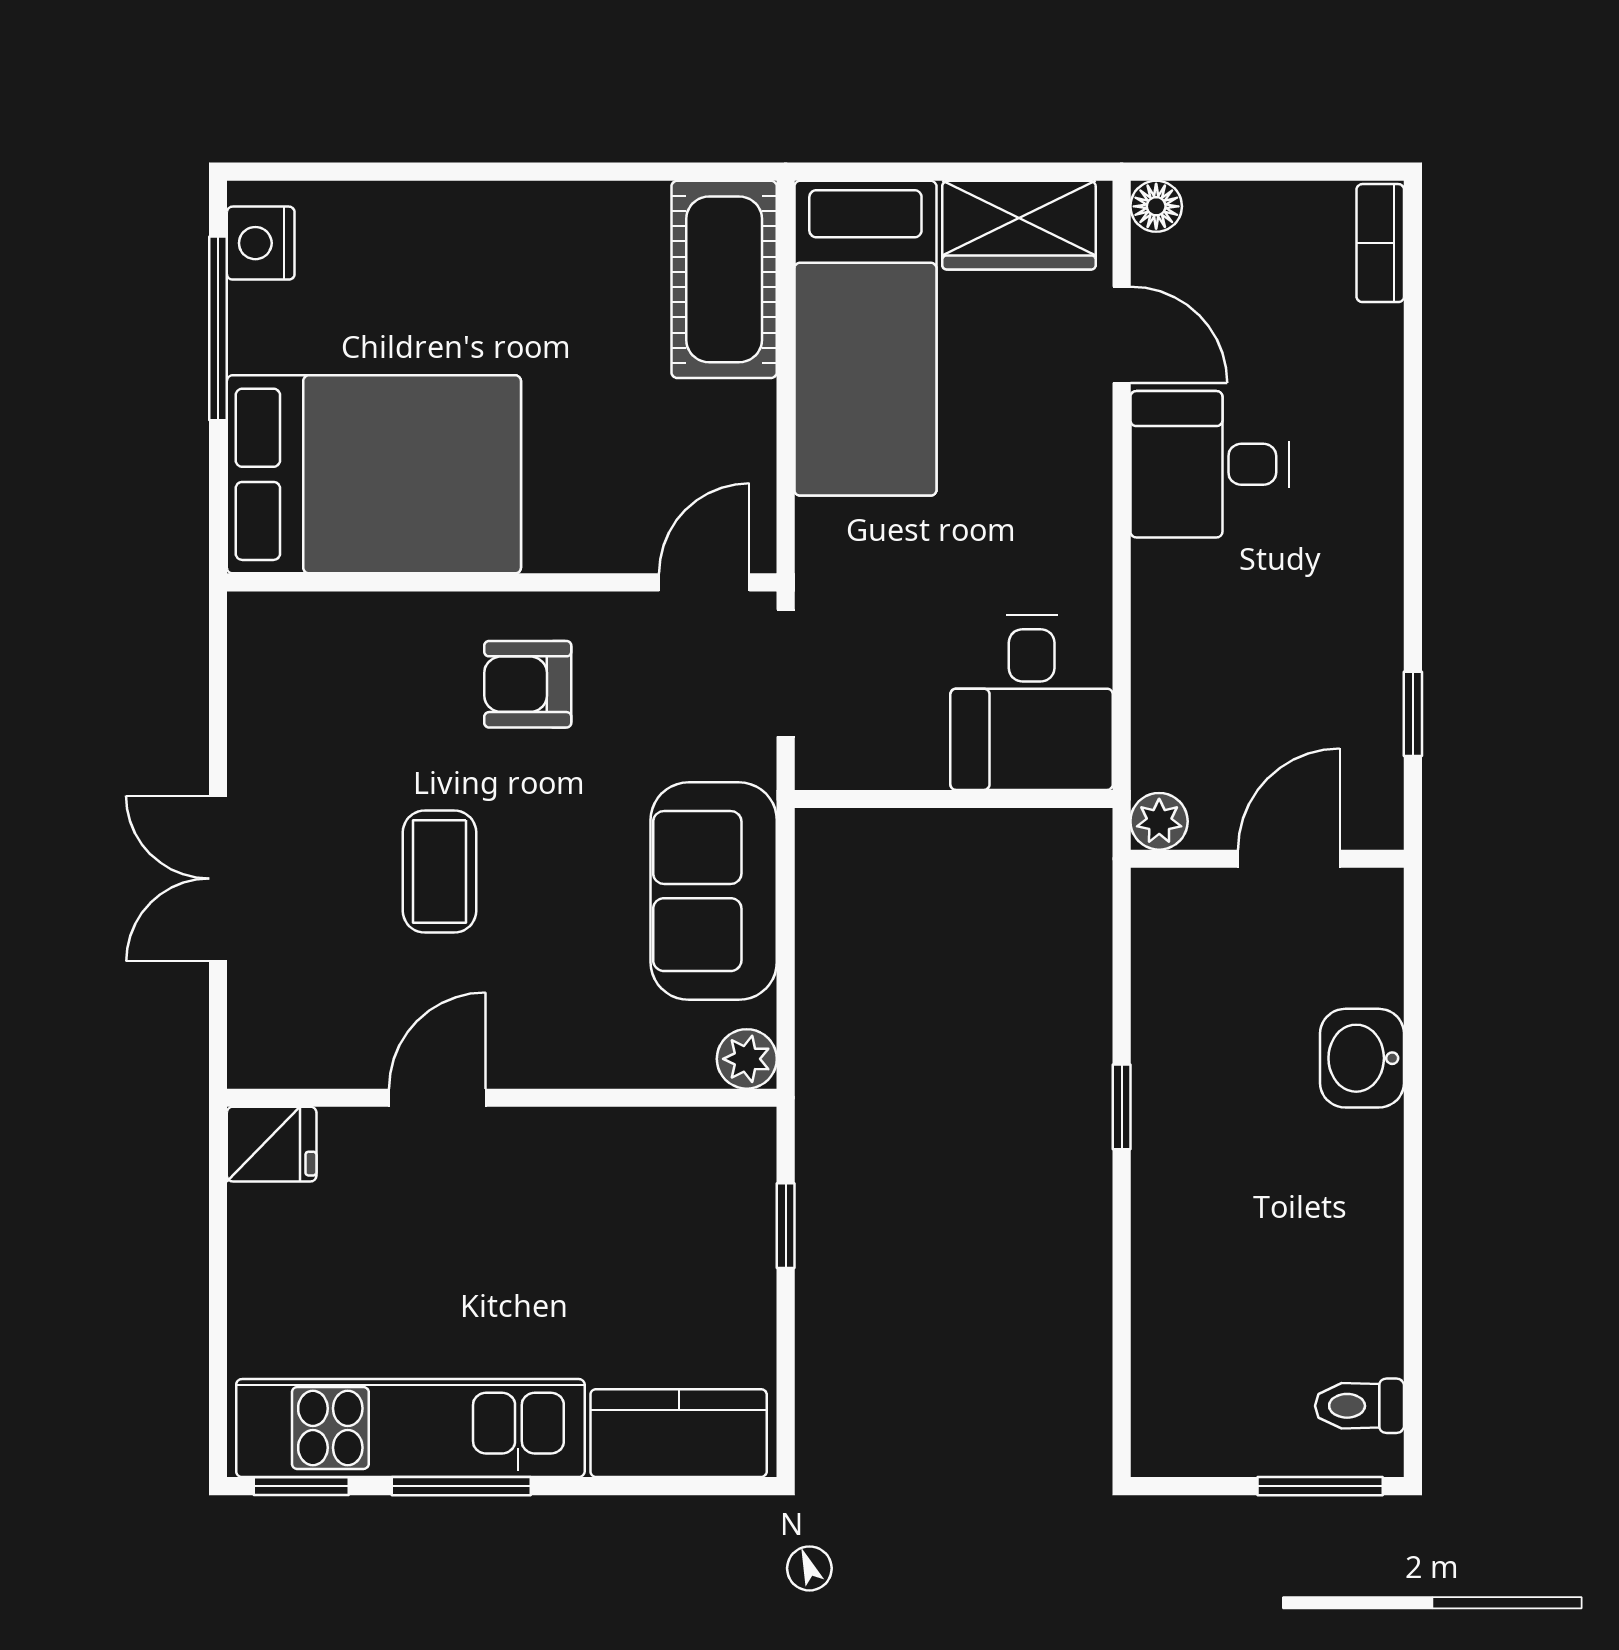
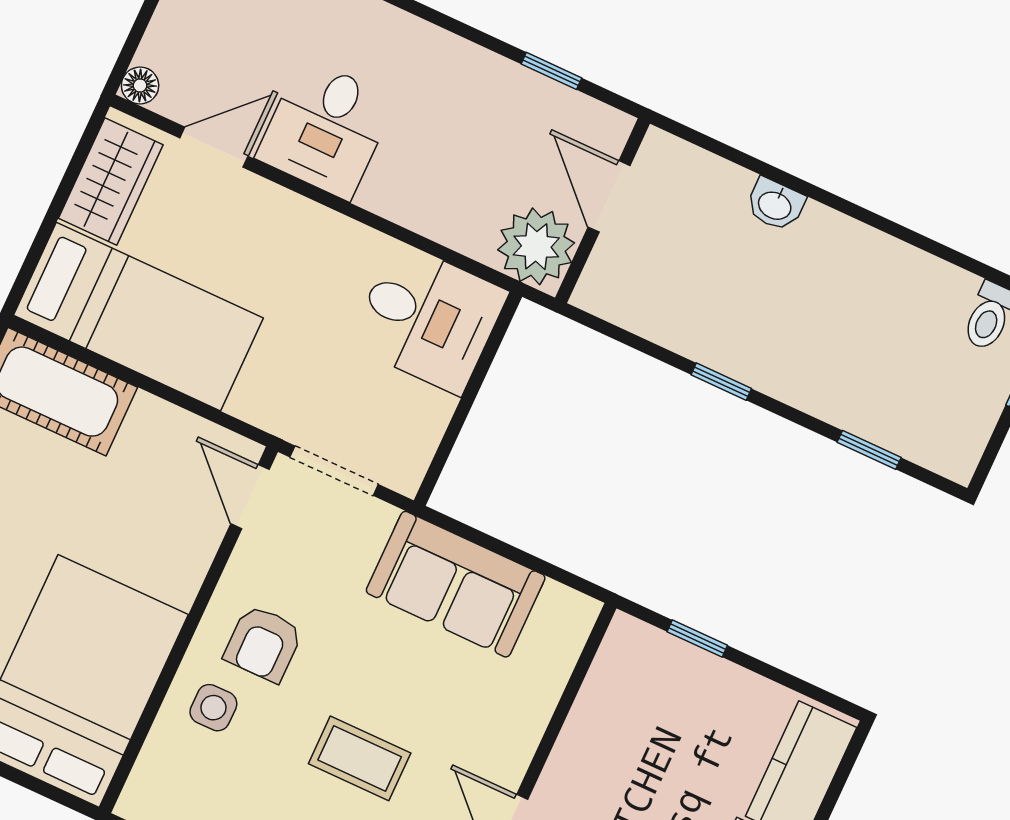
side table: (418, 659) -> (213, 708), added
plant: (1159, 821) -> (536, 246), width x1.87, depth x1.87
washbasin: (1362, 1058) -> (775, 205), width x0.72, depth x0.69
plant: (747, 1059) -> (576, 613), removed
window: (1122, 1332) -> (869, 450), added

